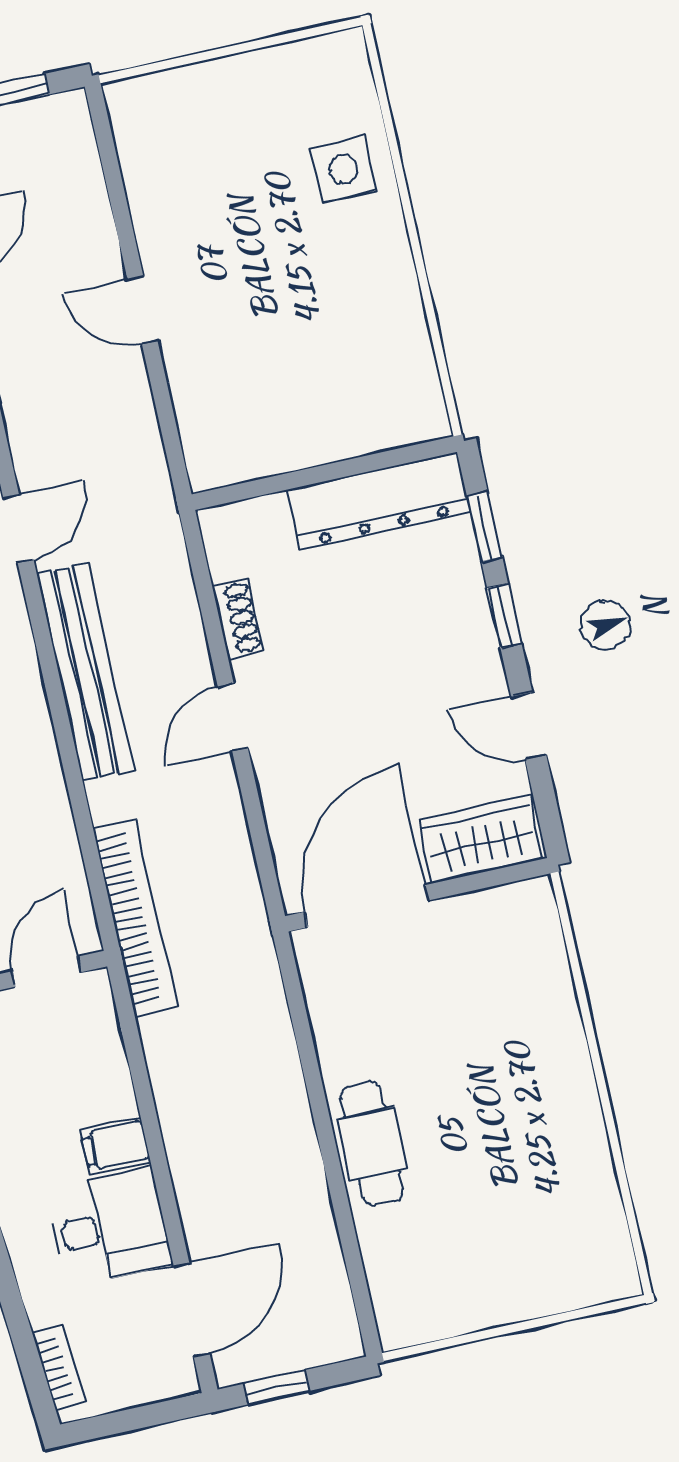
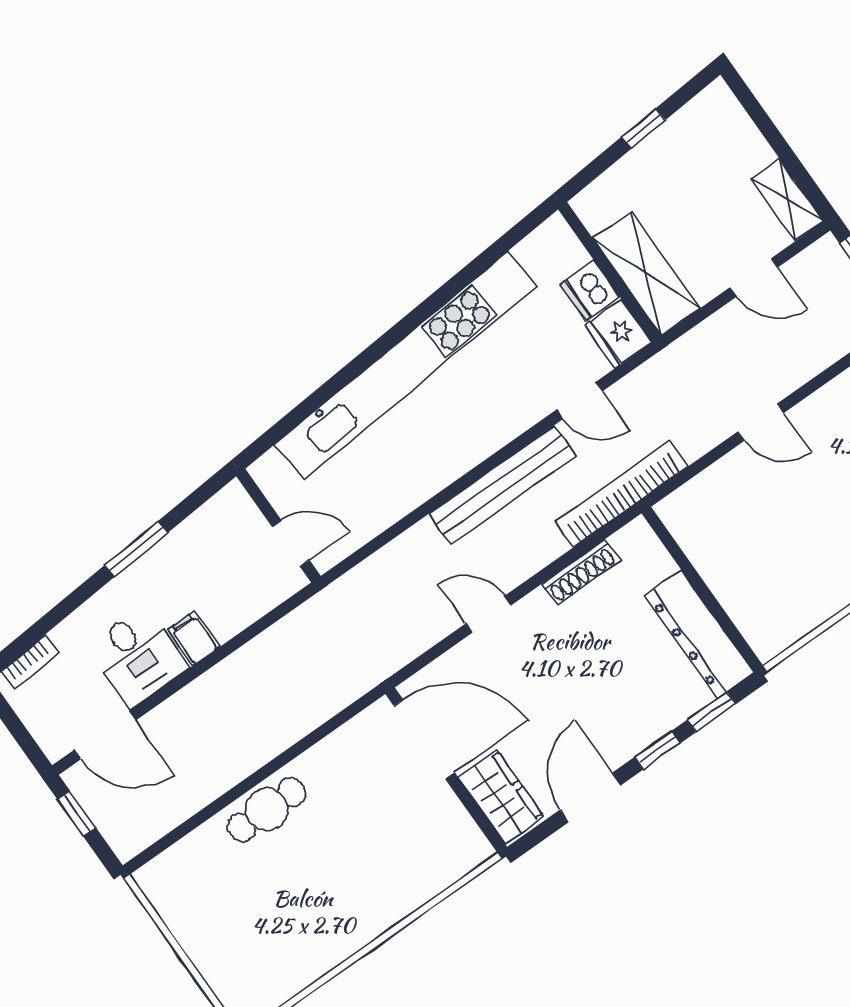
door: (143, 310) -> (761, 422), swing flipped
shoe rack: (238, 619) -> (581, 572), width x1.43
door: (233, 717) -> (488, 615), moved
door: (529, 726) -> (590, 797), width x1.38
bookcase: (135, 918) -> (621, 494), moved, turned 180

